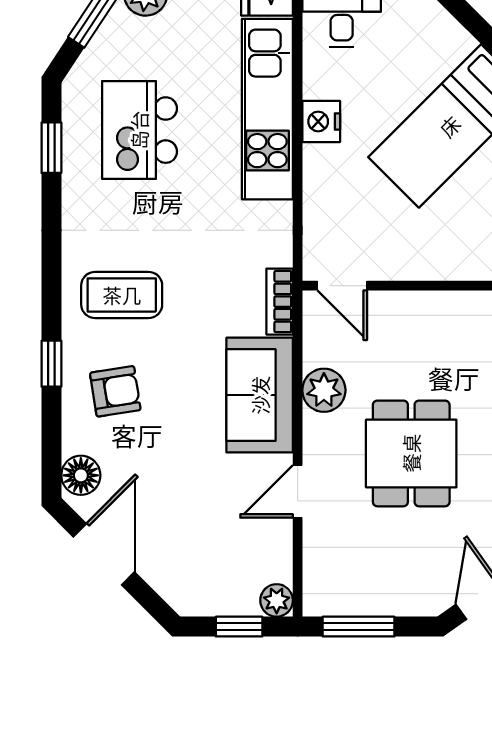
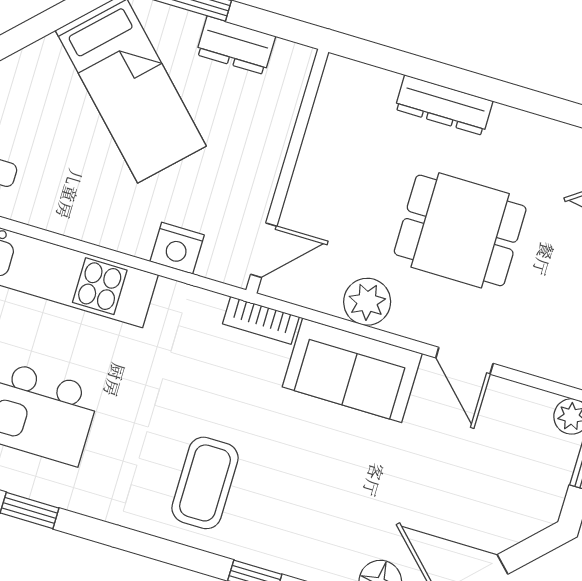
nightstand: (321, 121) -> (177, 248), moved
armchair: (115, 391) -> (303, 520), removed

